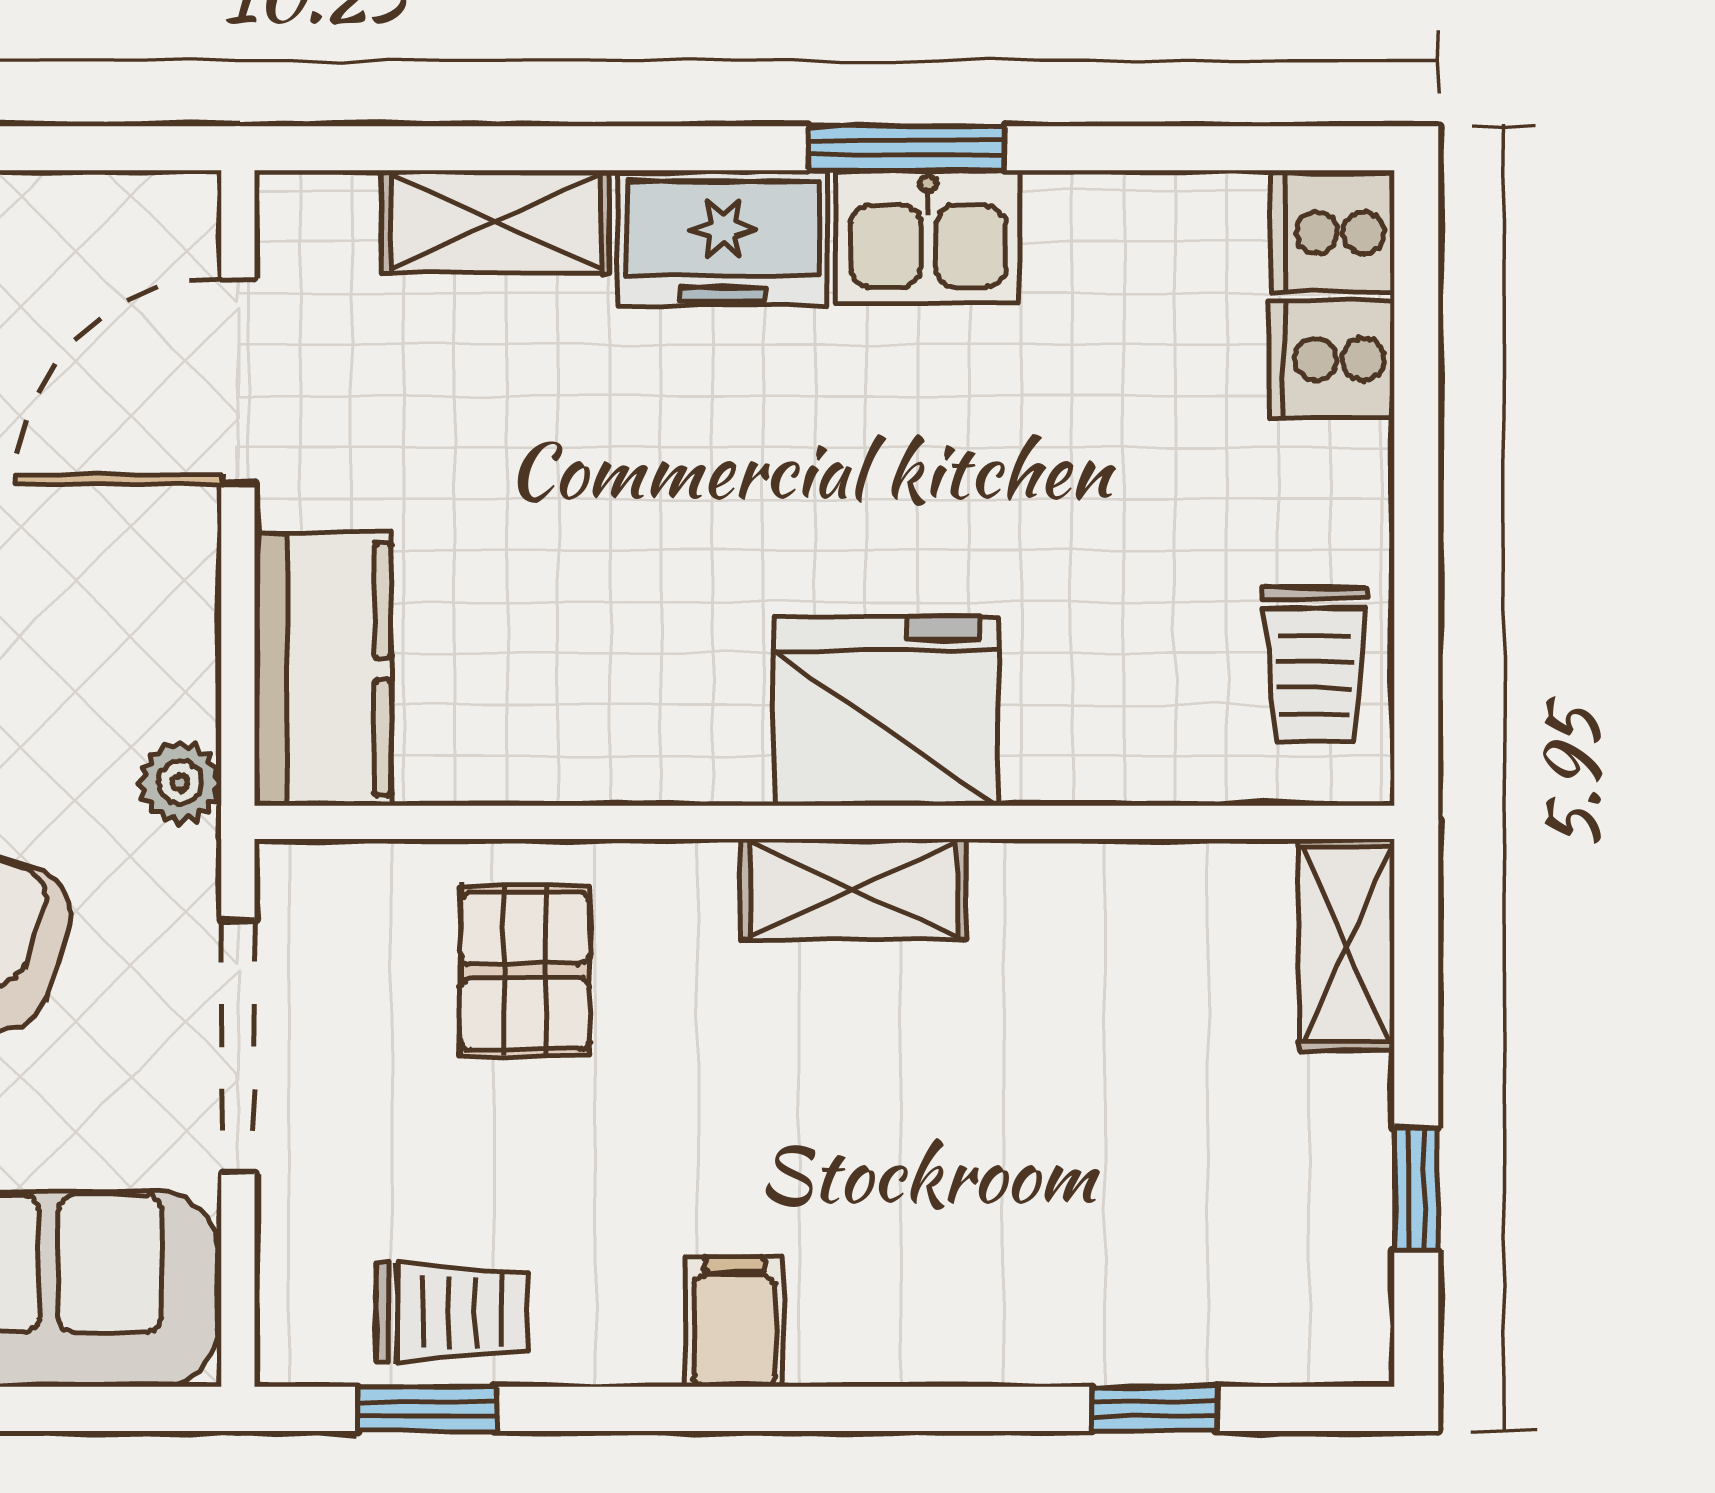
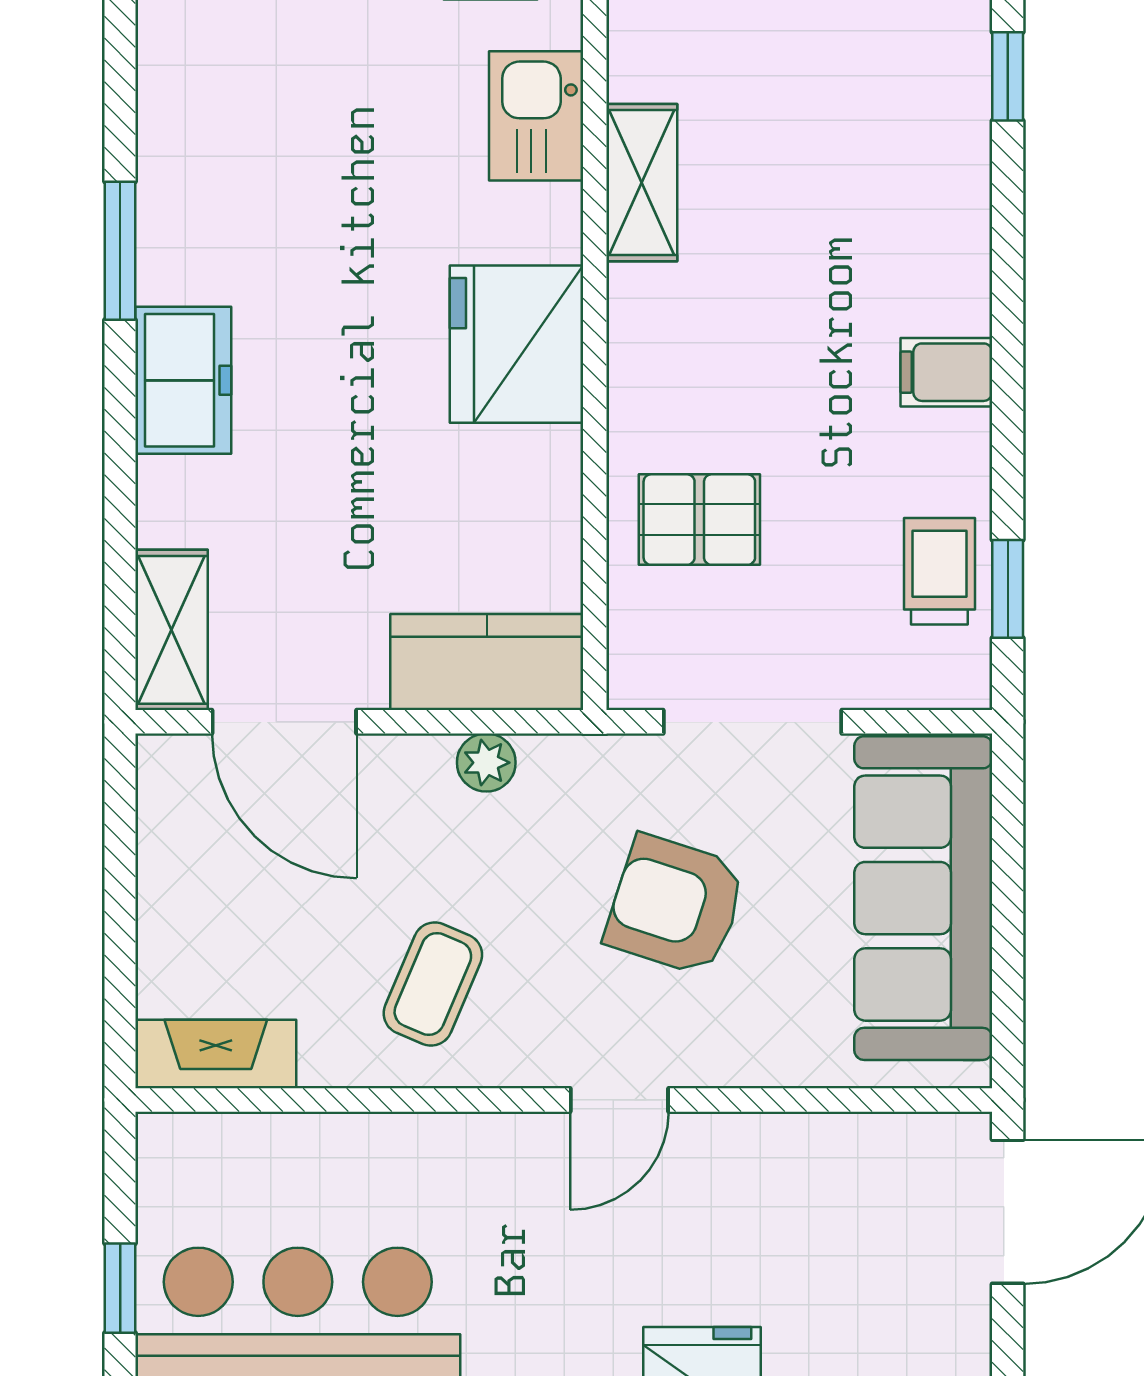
shelving: (495, 221) -> (172, 630), moved
kitchen sink: (928, 237) -> (536, 116), moved, turned 180
fridge: (886, 711) -> (516, 344), moved
plant: (180, 783) -> (486, 763), moved
shelving: (853, 889) -> (642, 183), moved

